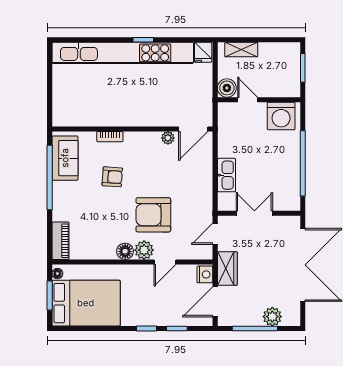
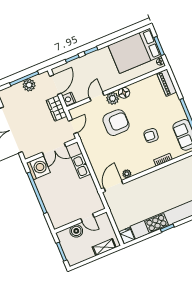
boiler: (227, 88) -> (76, 231), moved
washing machine: (281, 116) -> (38, 168), moved, turned 90
plant: (272, 317) -> (29, 85), moved

